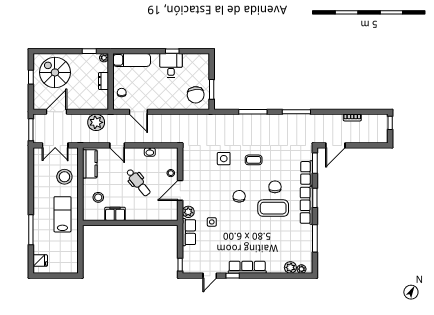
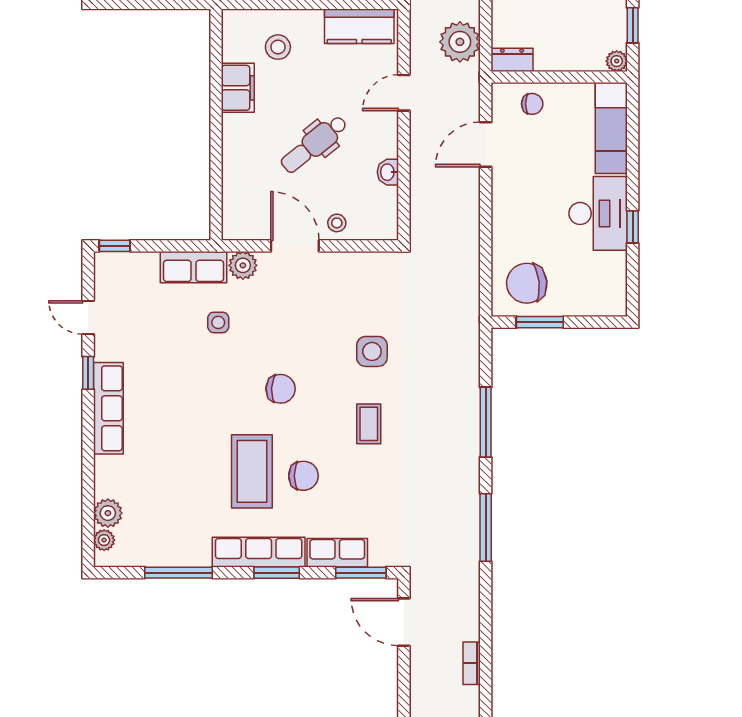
desk: (171, 65) -> (598, 213), width x1.37
dresser: (104, 81) -> (512, 60), moved

